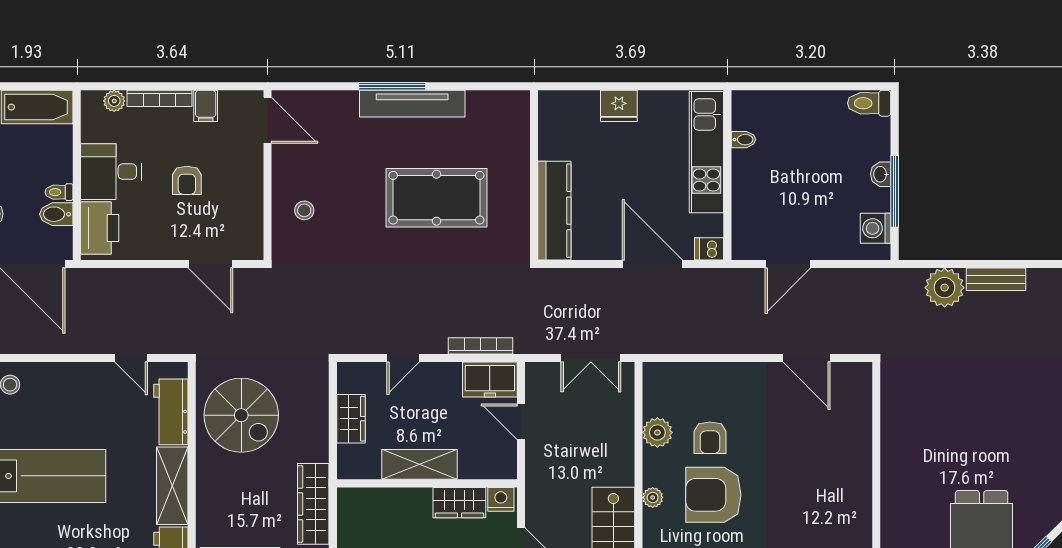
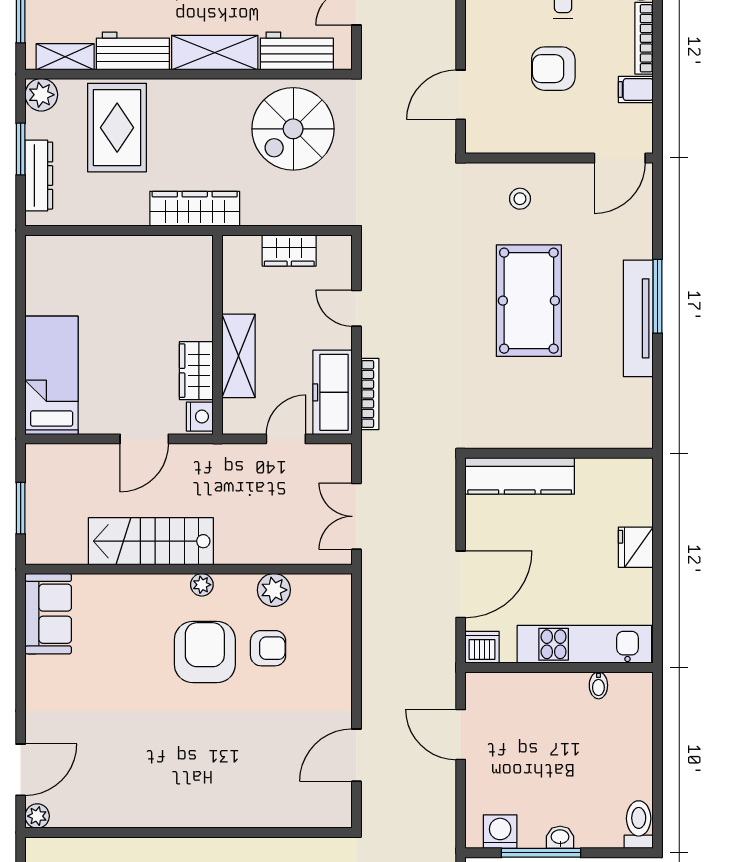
armchair: (187, 180) -> (553, 69), width x1.38, depth x1.38
pool table: (436, 198) -> (529, 301), moved
dishwasher: (709, 249) -> (482, 647), width x1.38
freezer: (490, 380) -> (333, 392), width x1.40
armchair: (710, 438) -> (268, 648), turned 180
shelving: (419, 464) -> (239, 356), moved

